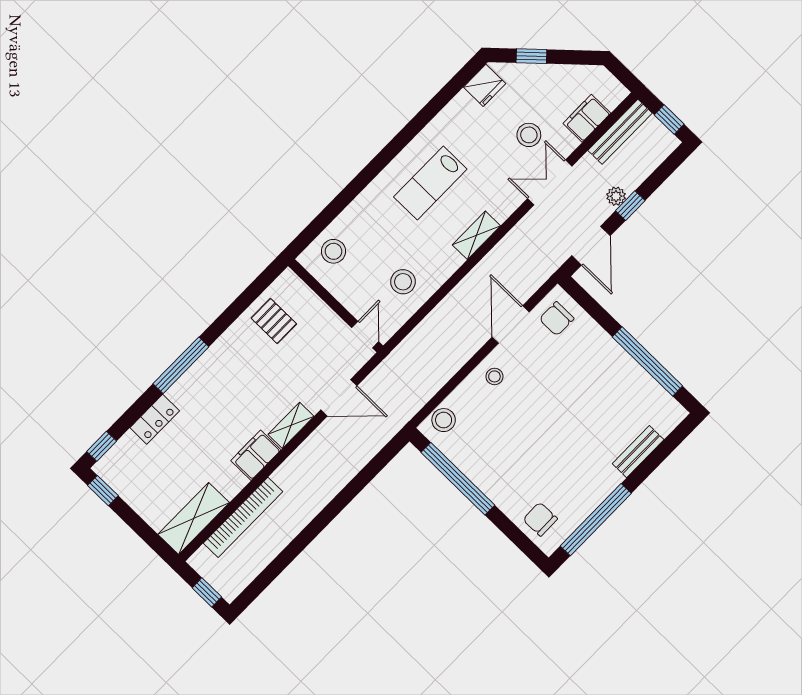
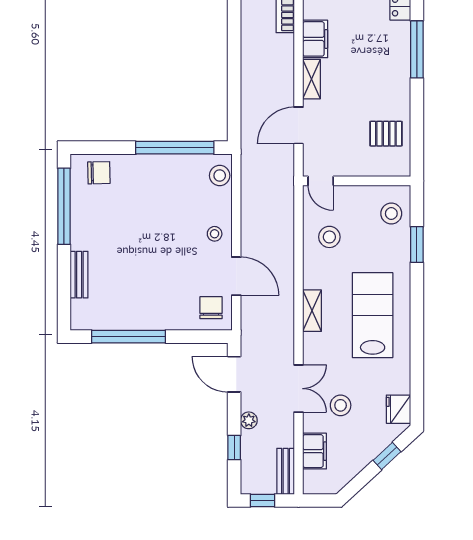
bench: (620, 132) -> (286, 471), width x0.73
lab bench: (430, 183) -> (373, 315), width x1.36, depth x1.39
window: (337, 205) -> (417, 245), added
window: (630, 206) -> (234, 448), moved

